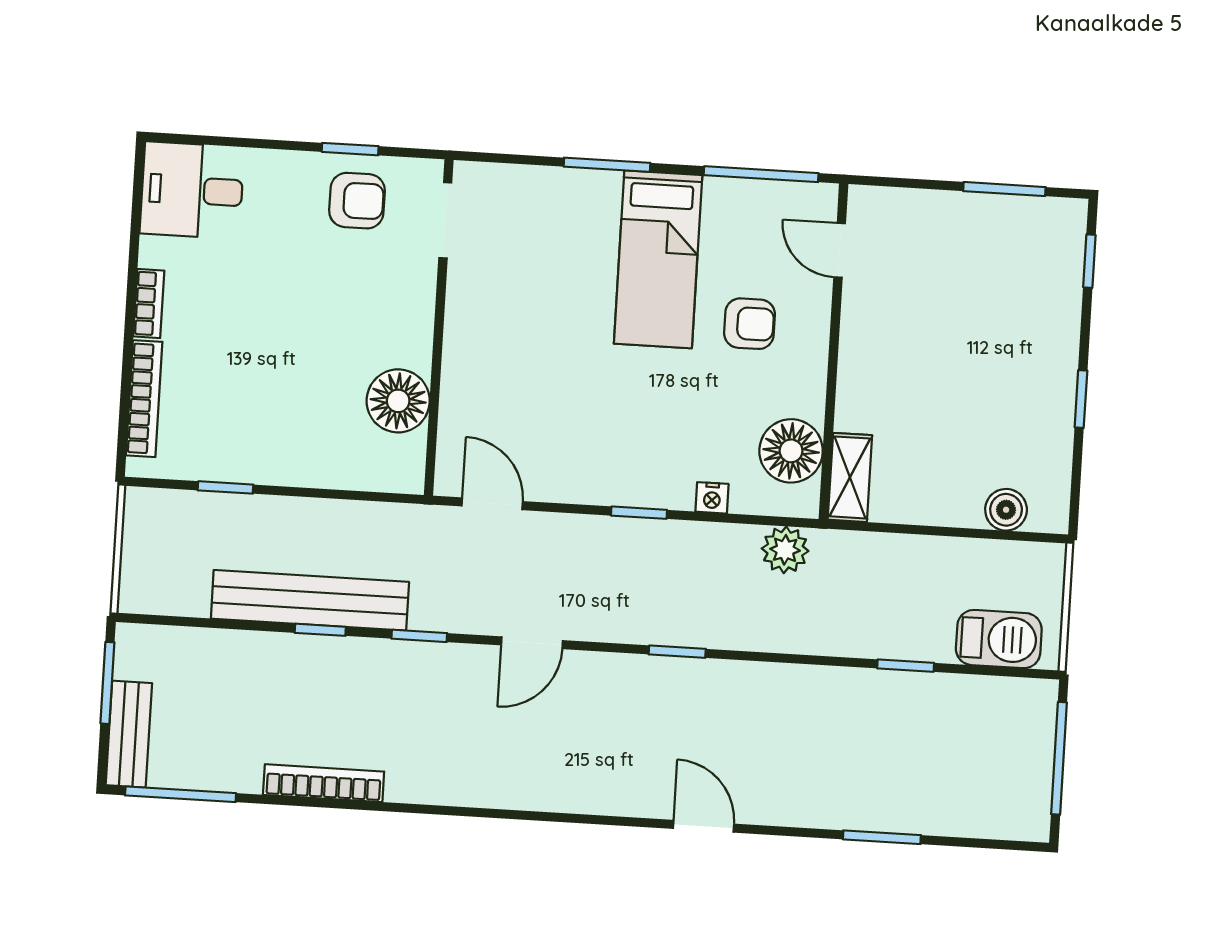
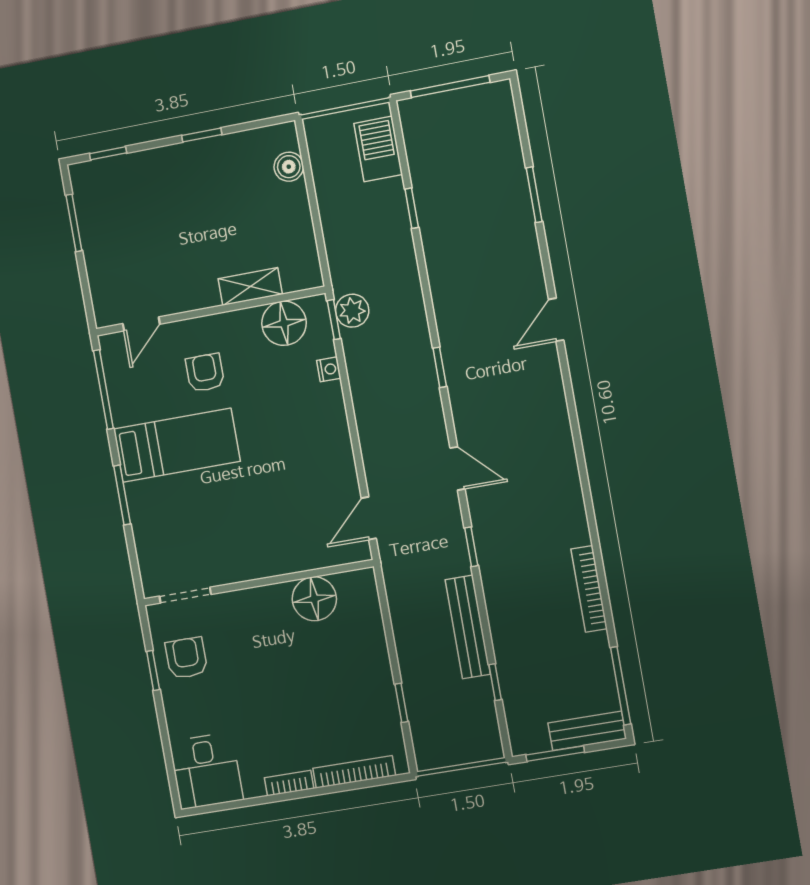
shelving: (850, 477) -> (250, 287), moved
window: (639, 513) -> (334, 320), moved
bench: (310, 600) -> (468, 627), width x0.73, depth x0.82
window: (320, 630) -> (495, 682), moved

